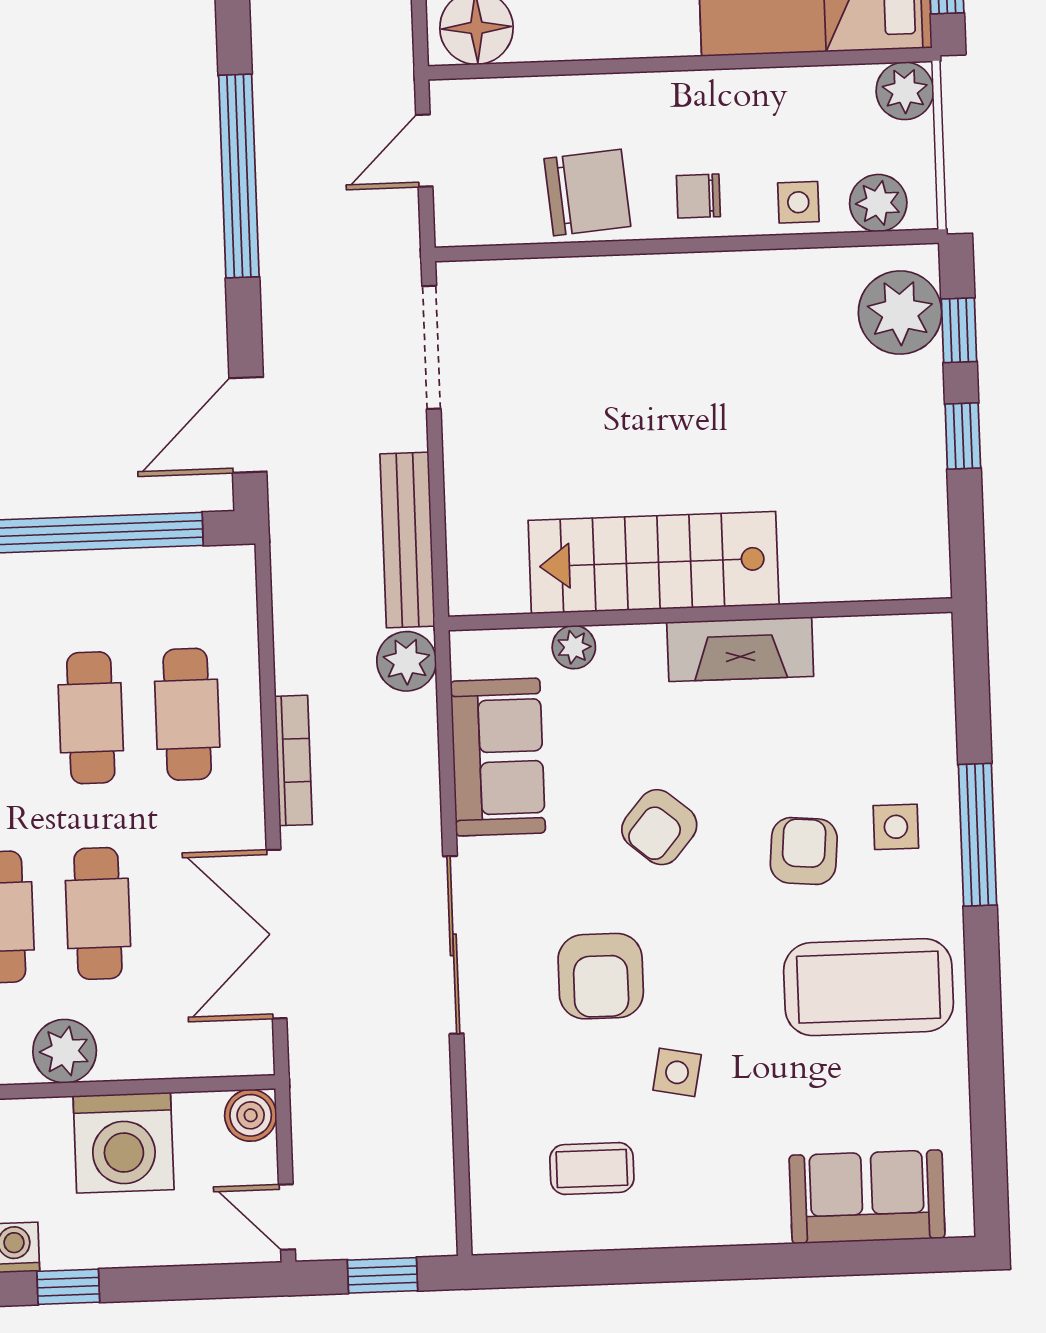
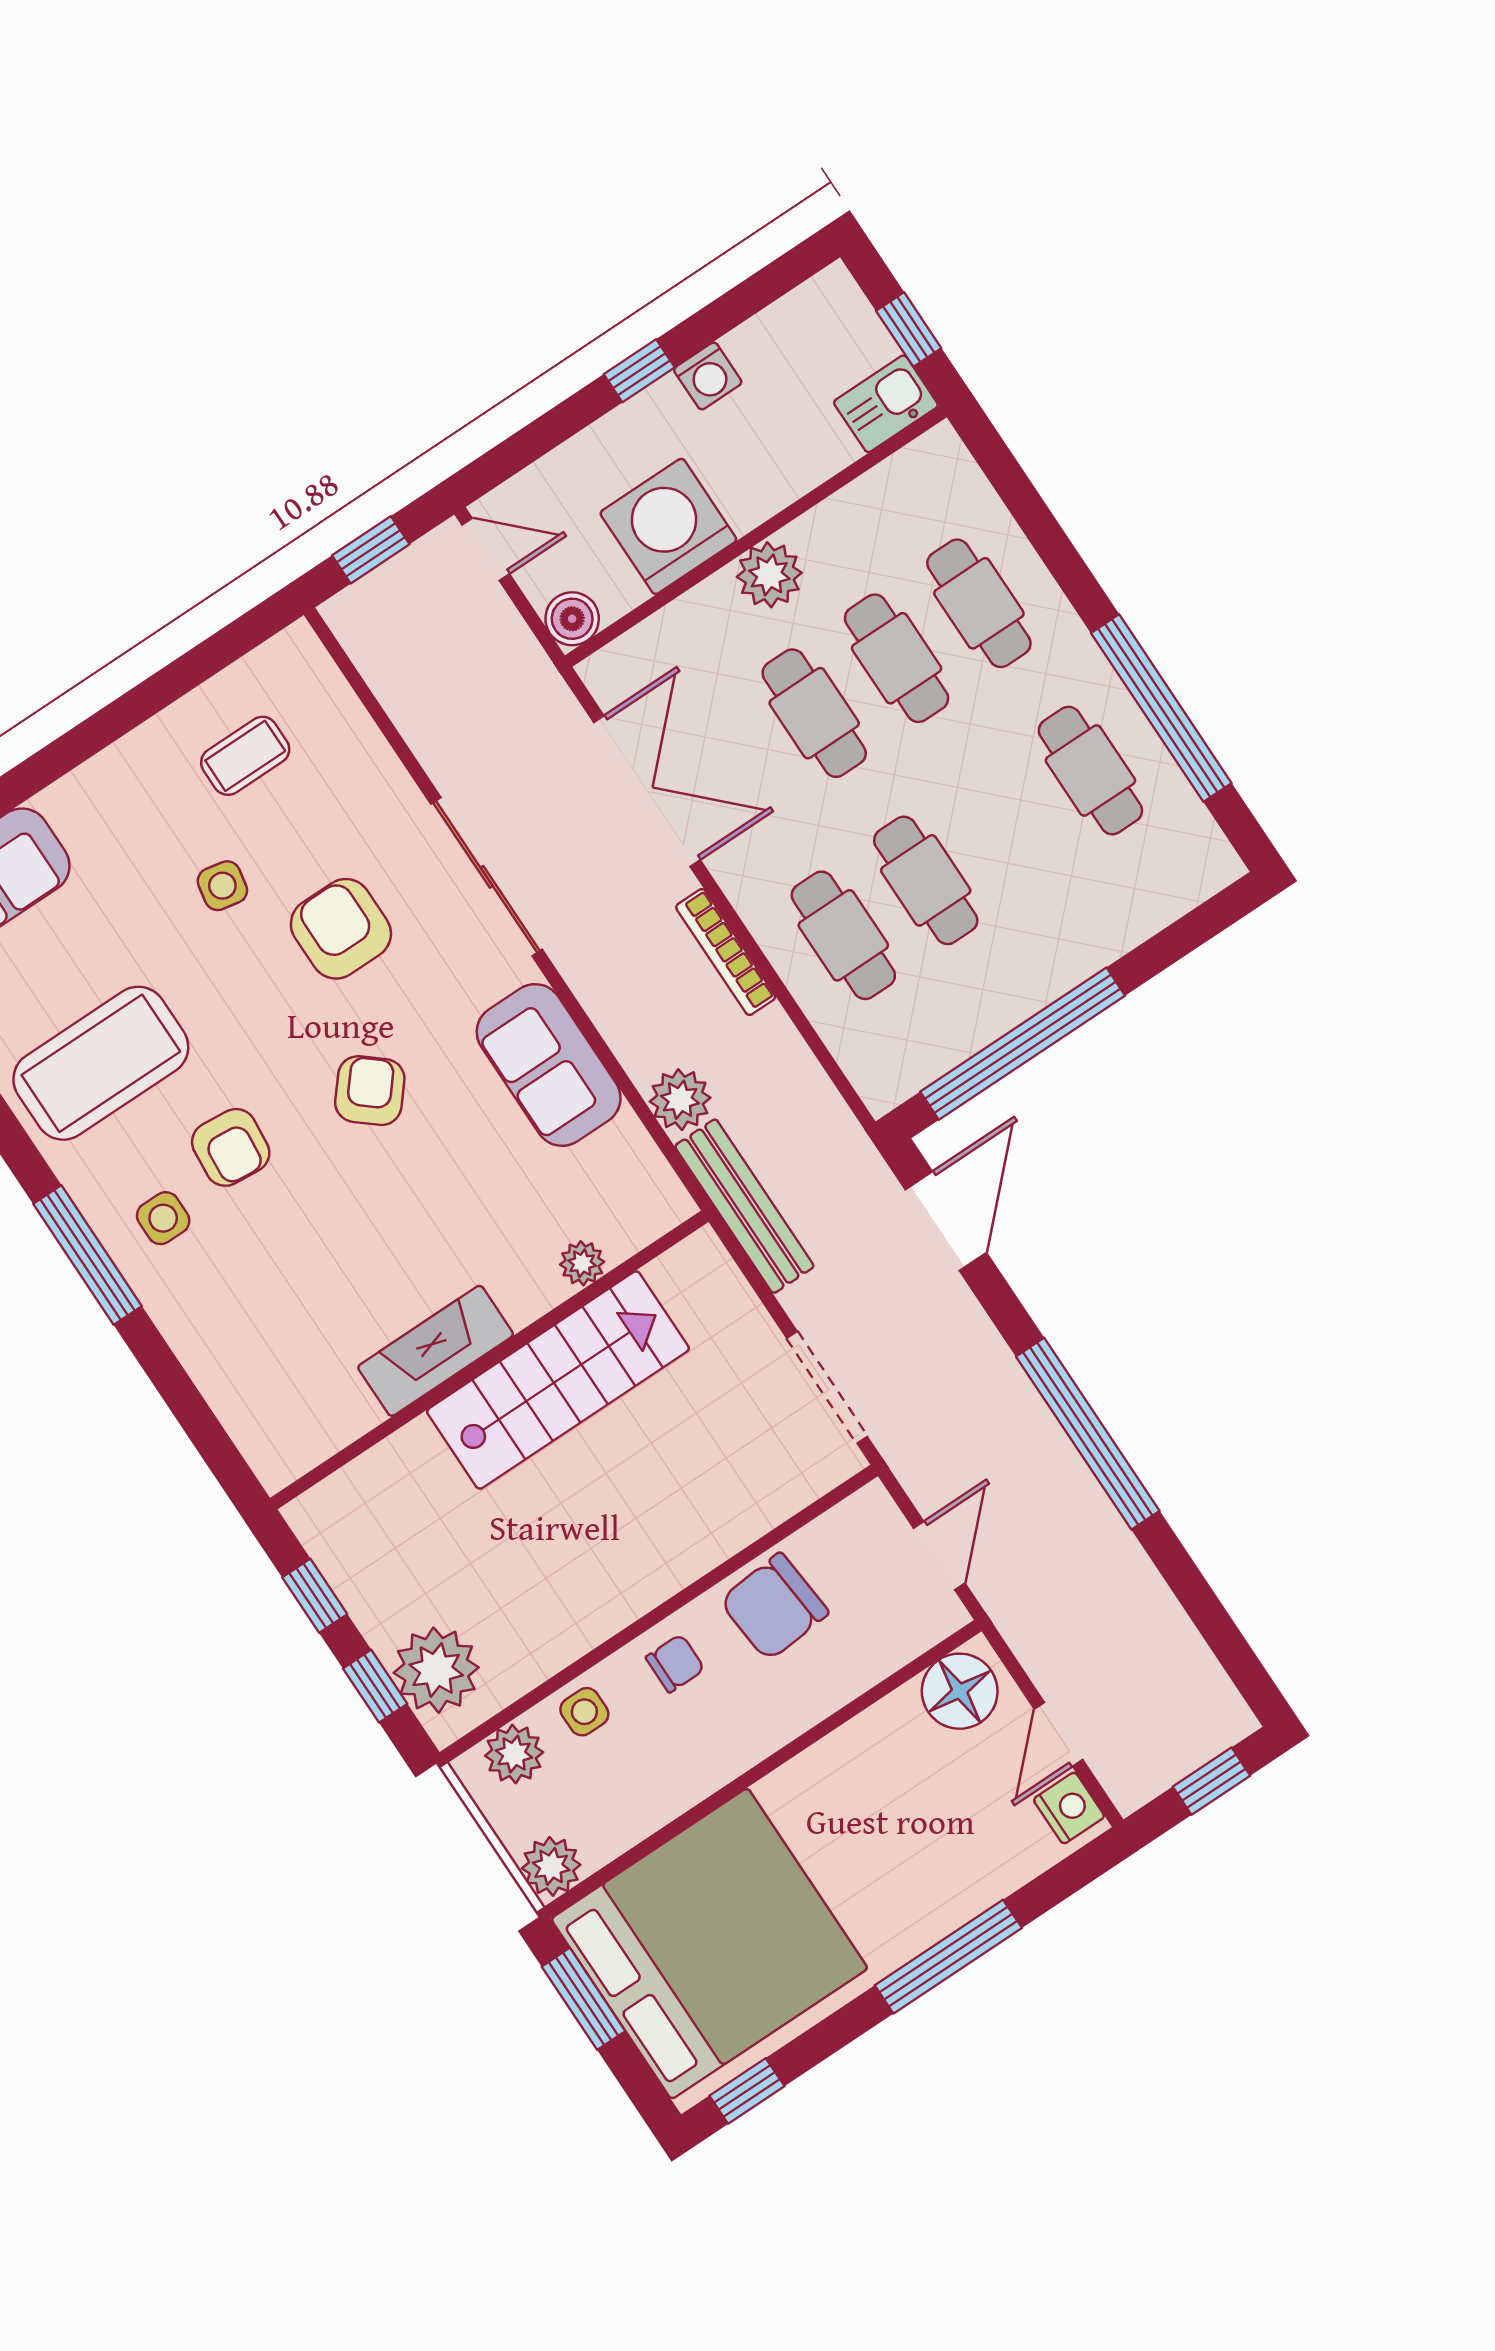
stairs: (654, 563) -> (558, 1380), moved
wall: (700, 614) -> (489, 1360), moved
plant: (574, 647) -> (582, 1263), moved
fireplace: (740, 649) -> (436, 1351), moved

